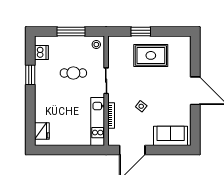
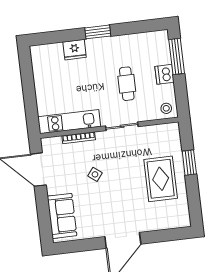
window: (71, 32) -> (177, 56), moved
dishwasher: (41, 52) -> (165, 74), moved, turned 90
window: (30, 75) -> (98, 32), moved
fridge: (42, 131) -> (75, 50), moved

